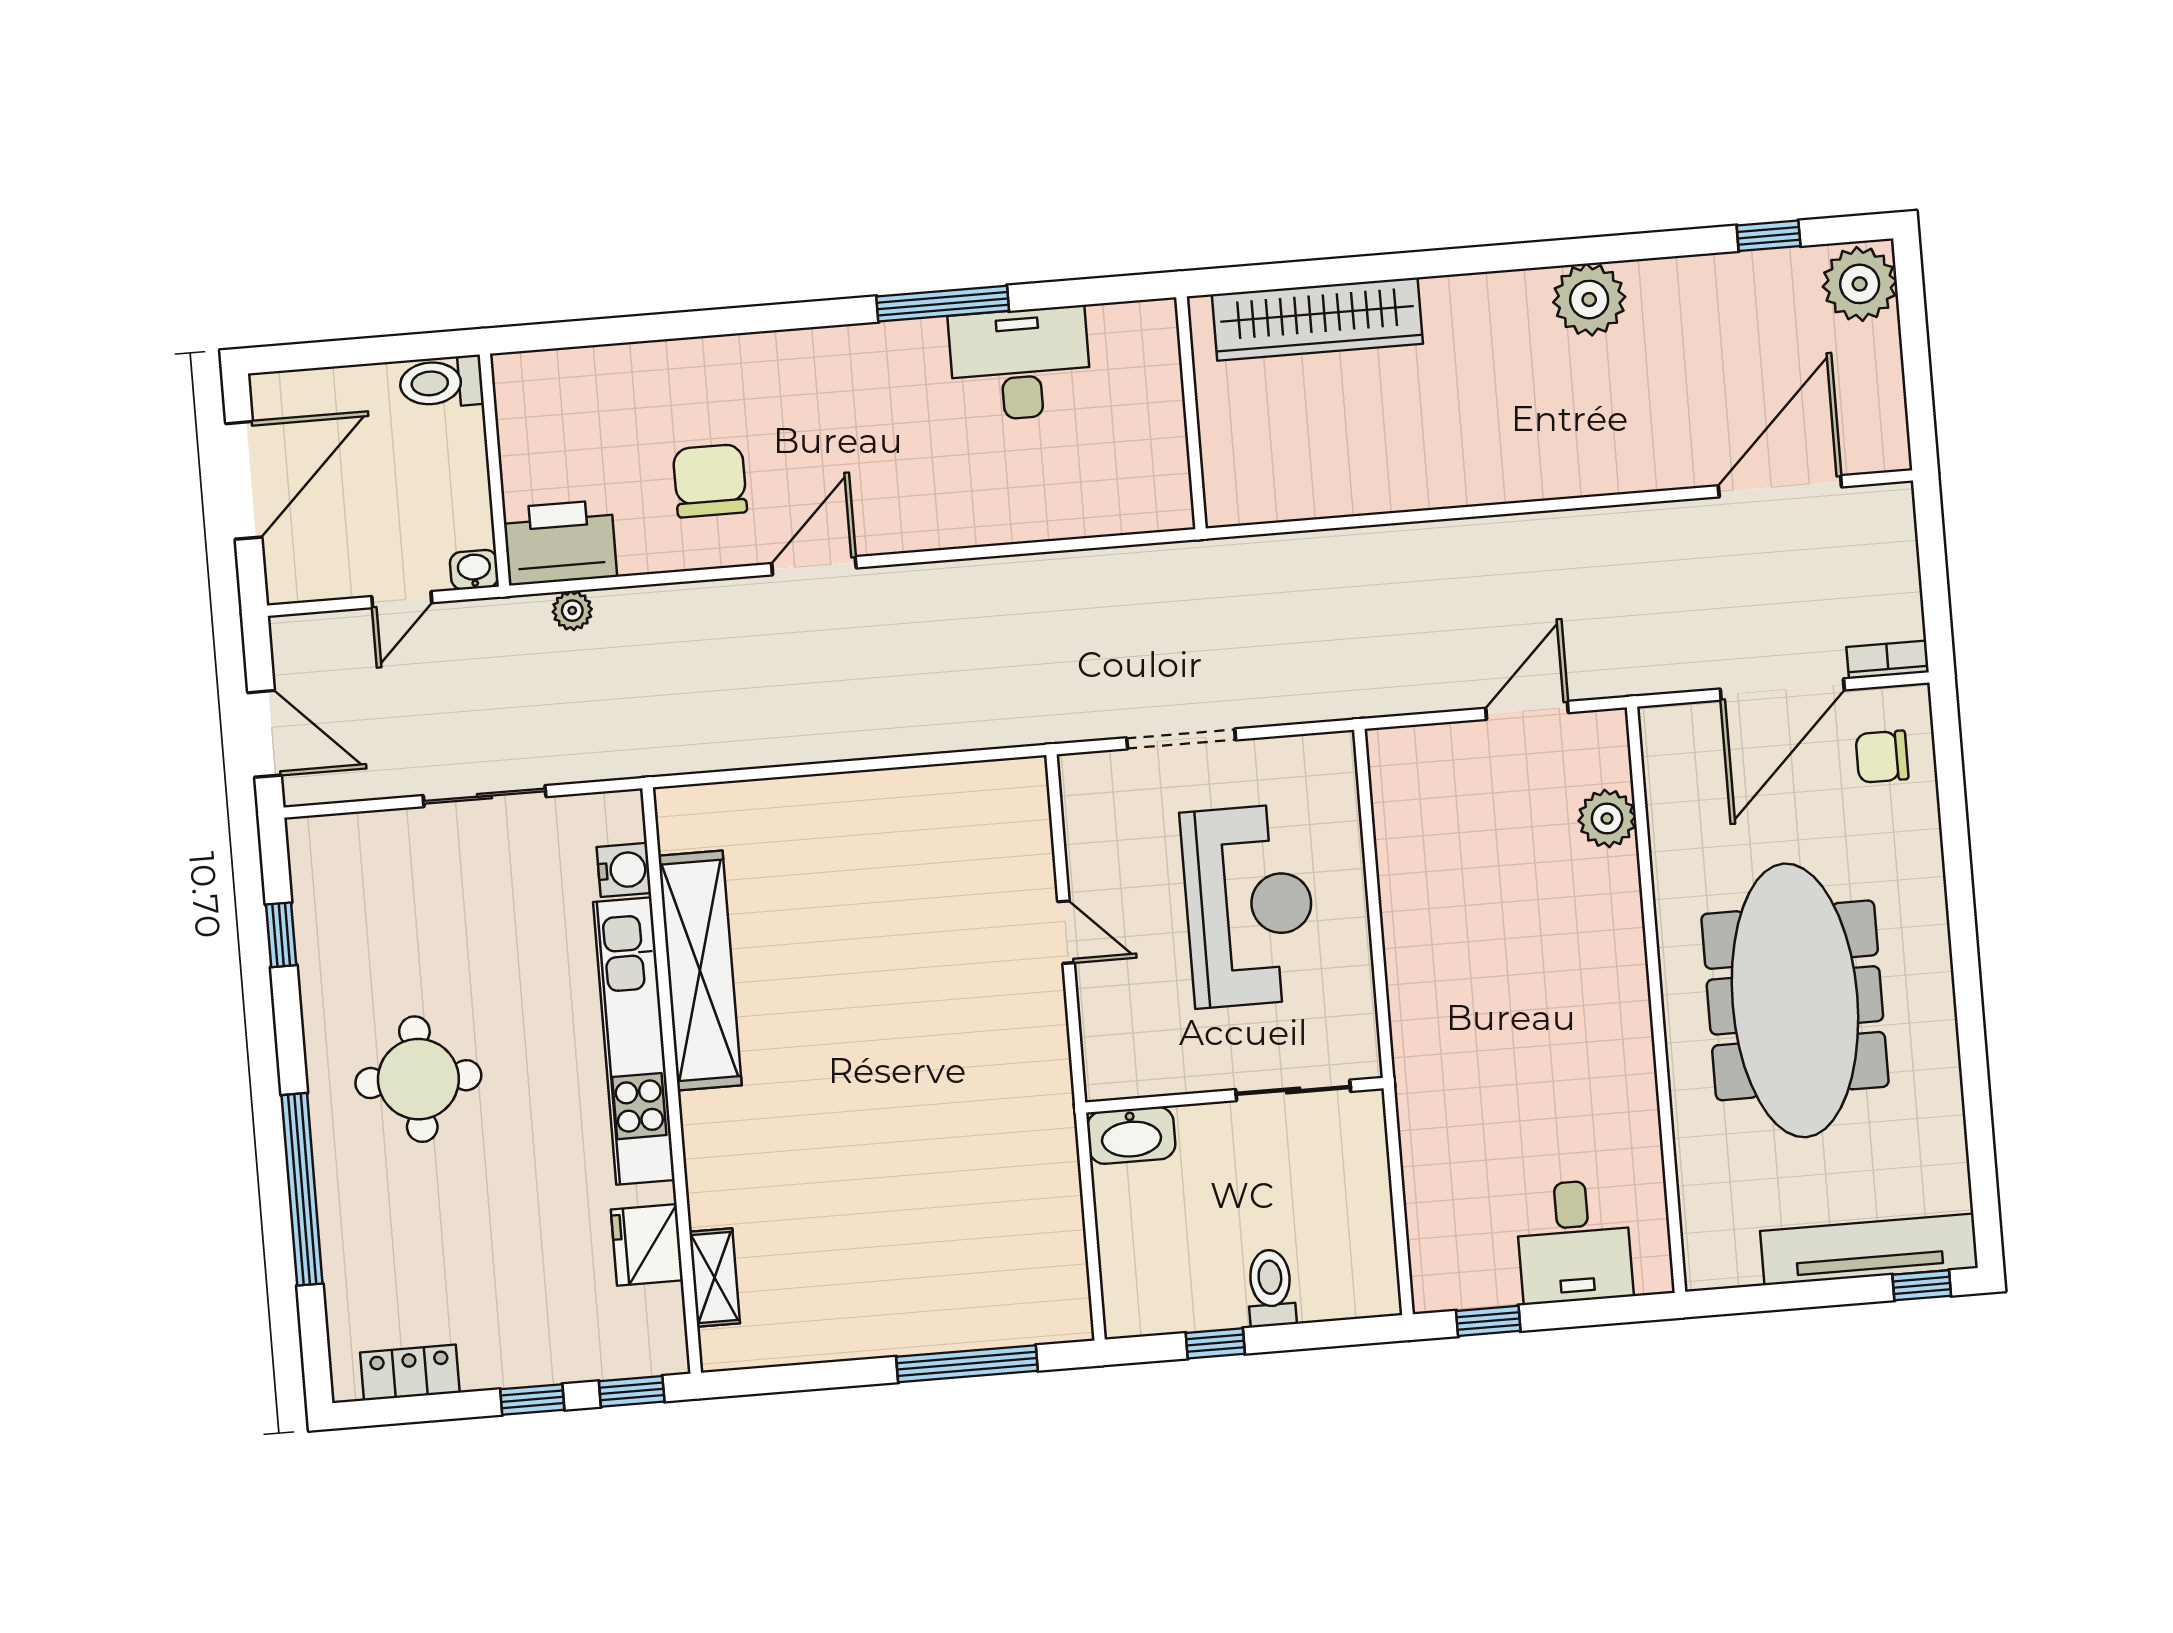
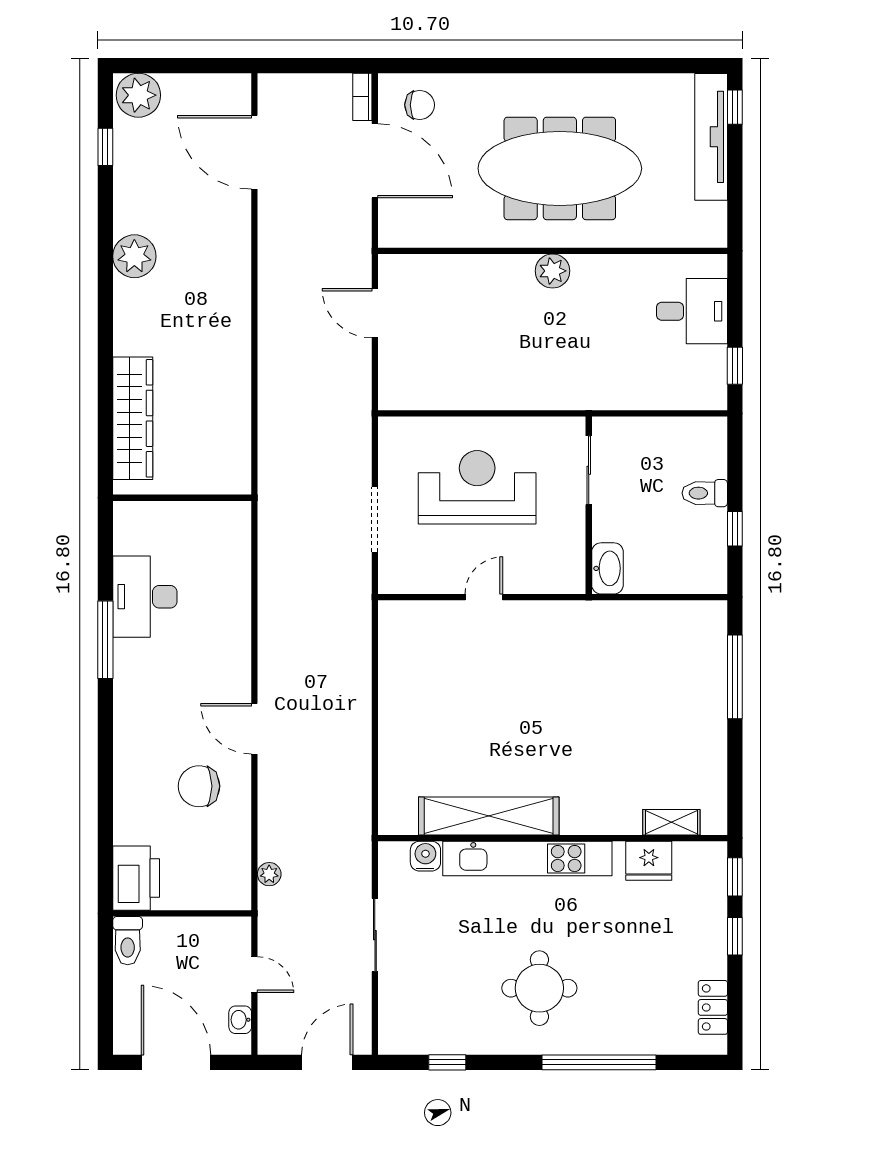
printer: (560, 542) -> (136, 878), moved, turned 180
washbasin: (474, 570) -> (240, 1020), moved
chair: (1882, 757) -> (420, 105), turned -90
plant: (1607, 819) -> (552, 271), moved

